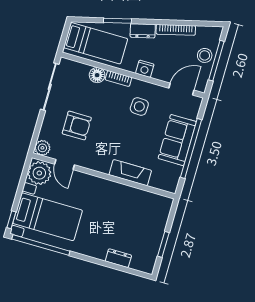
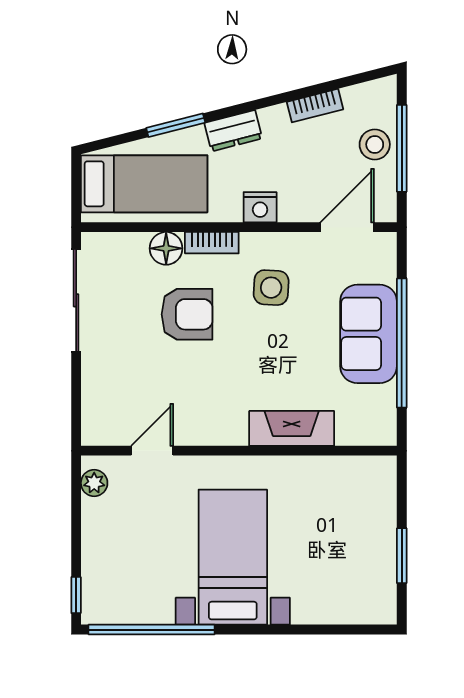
bookcase: (176, 30) -> (315, 106), width x0.64
armchair: (77, 126) -> (187, 314), moved
plant: (42, 148) -> (97, 430), removed
door: (64, 165) -> (152, 451), swing flipped
plant: (39, 173) -> (94, 483), width x0.53, depth x0.53
bed with nightstands: (48, 217) -> (233, 557), moved, turned -90
dresser: (118, 258) -> (318, 610), removed

